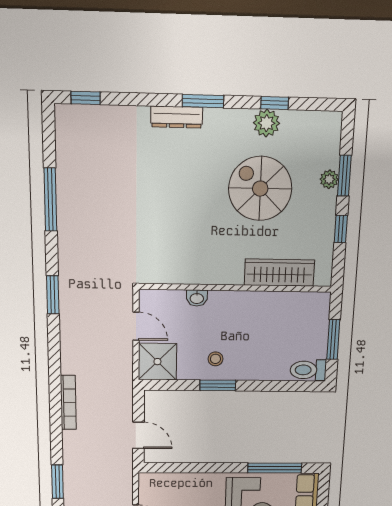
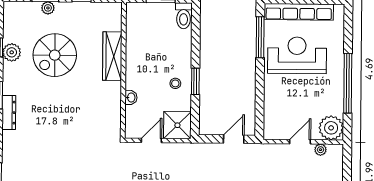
wardrobe: (279, 273) -> (112, 56), moved

